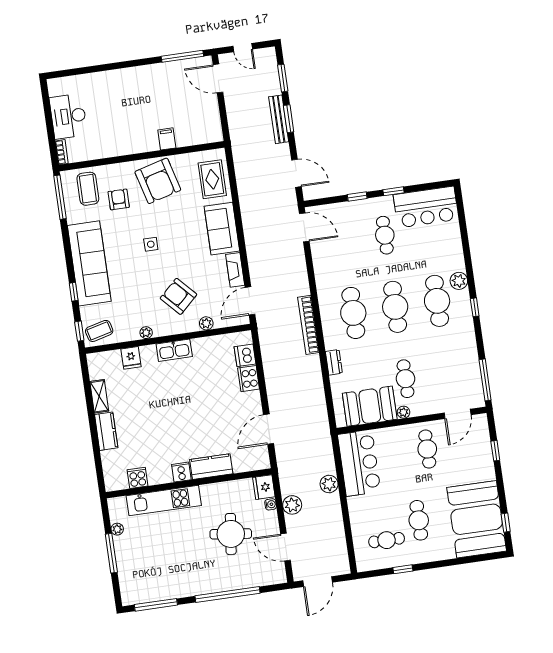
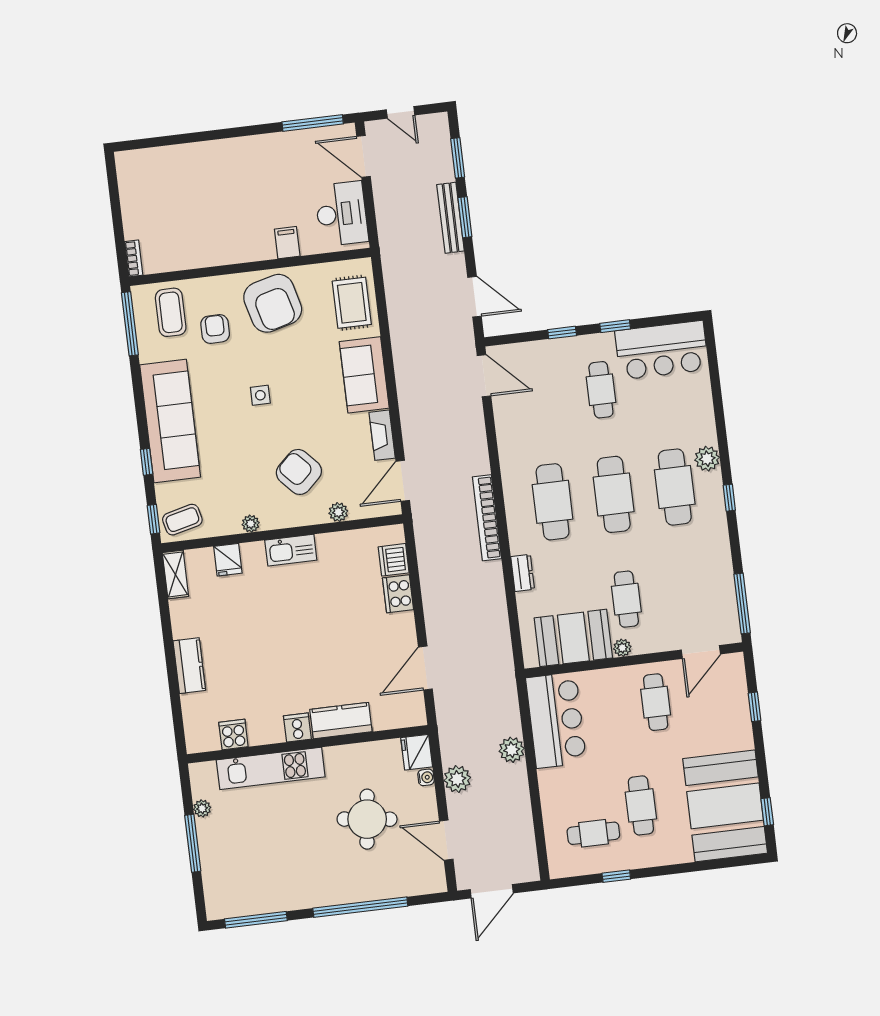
desk: (68, 116) -> (341, 214), moved, turned 180
shelving: (99, 396) -> (175, 574), moved

